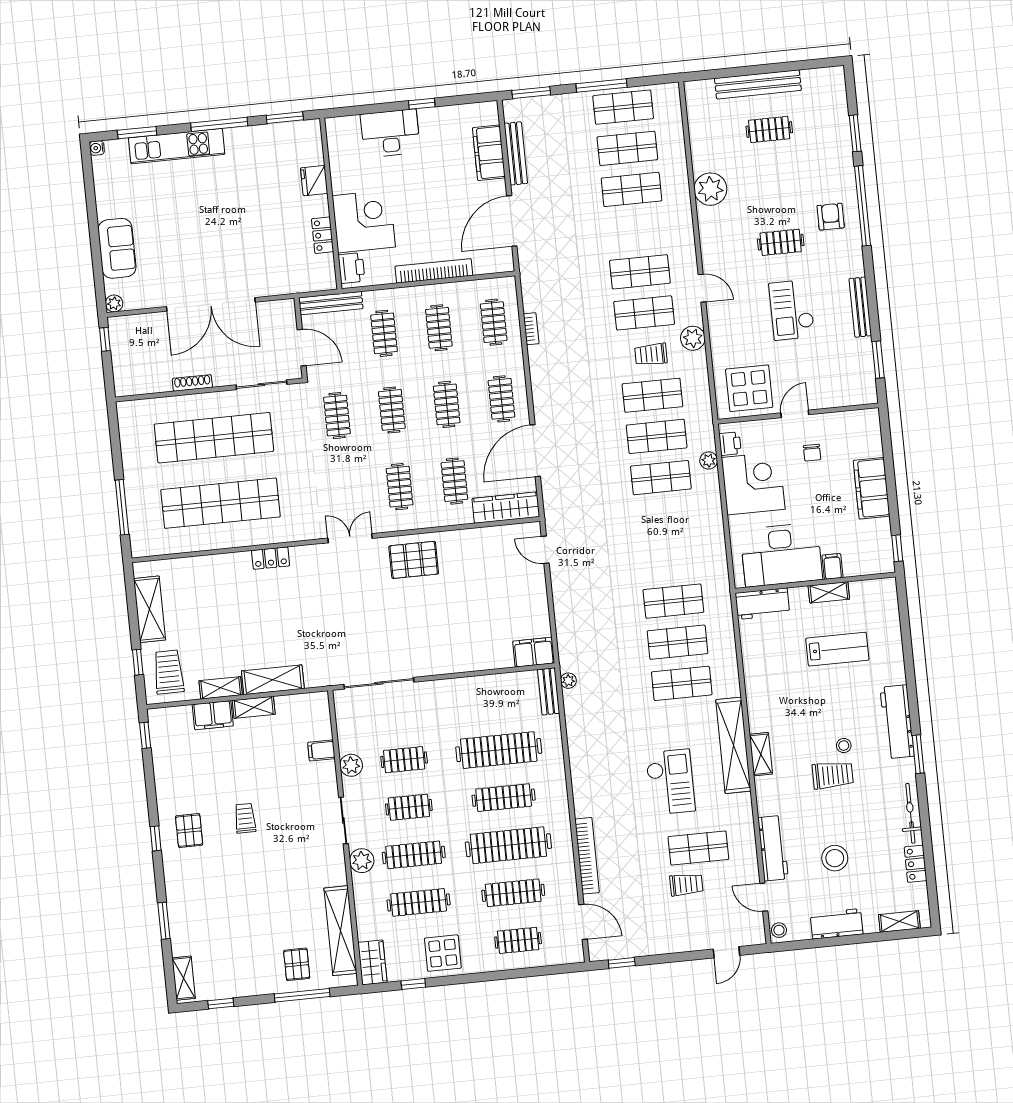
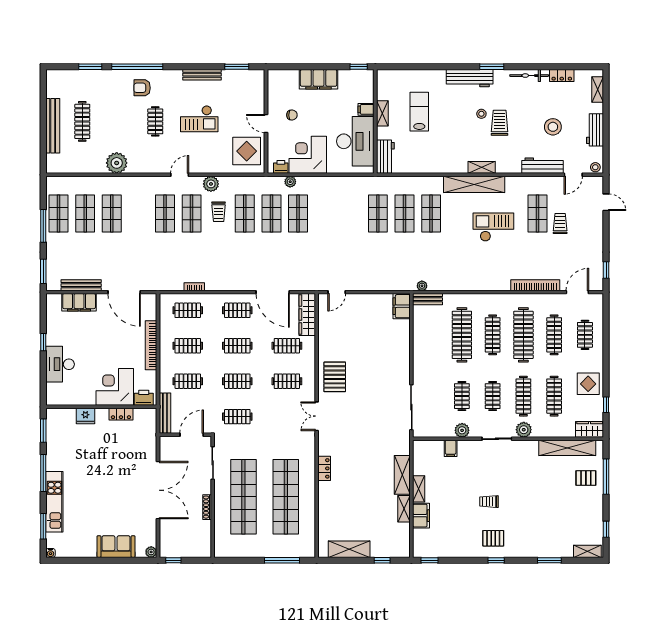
clothes rail: (769, 129) -> (82, 121), width x1.36
trolley: (169, 672) -> (390, 541), removed

